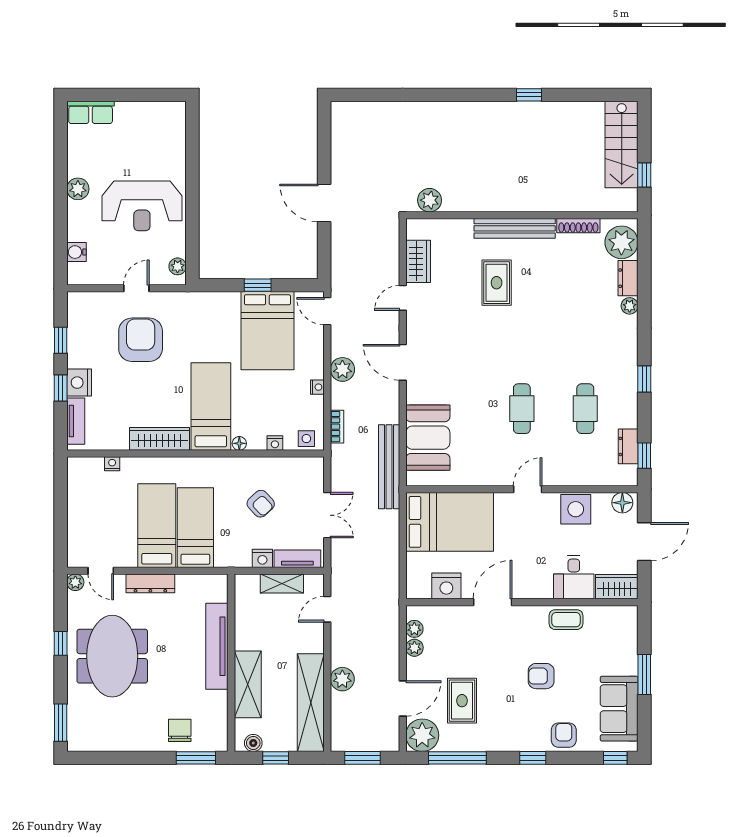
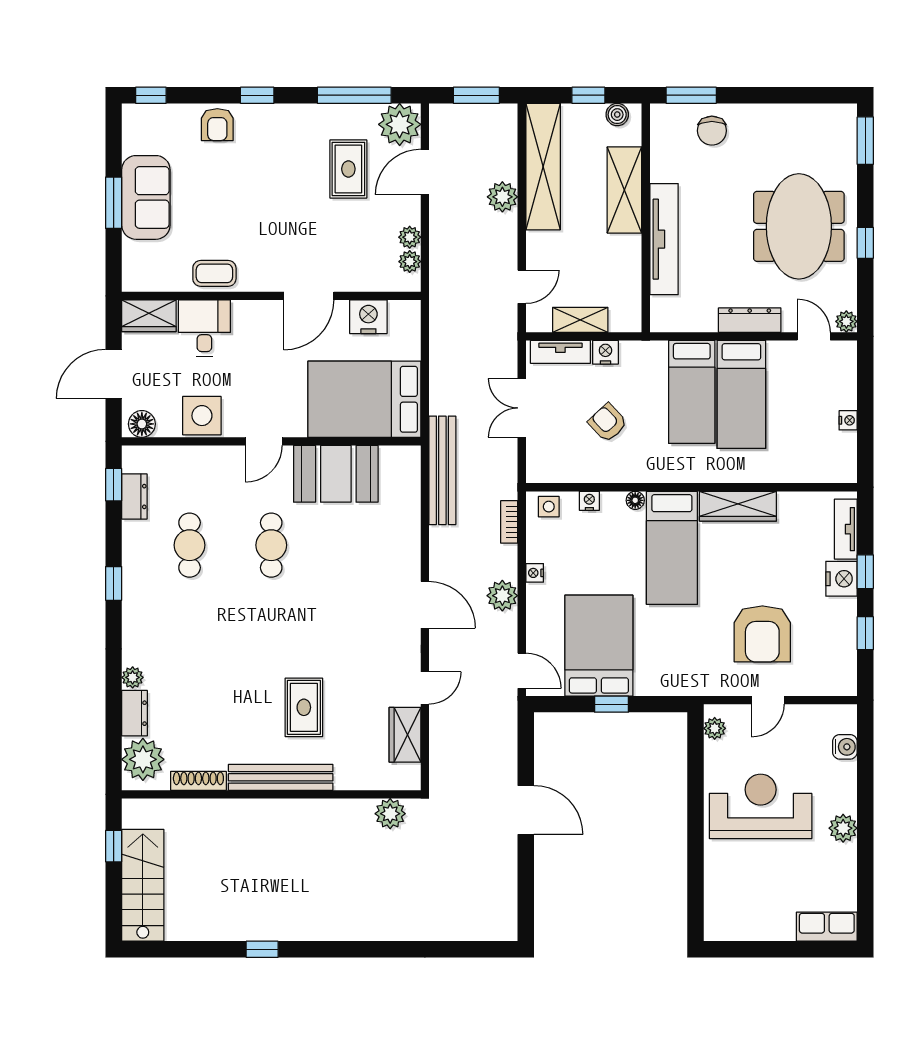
booth: (428, 438) -> (336, 474), moved, turned 90
nightstand: (112, 464) -> (848, 420), moved, turned -90
armchair: (541, 676) -> (246, 201), removed
sofa: (619, 709) -> (146, 197), moved

